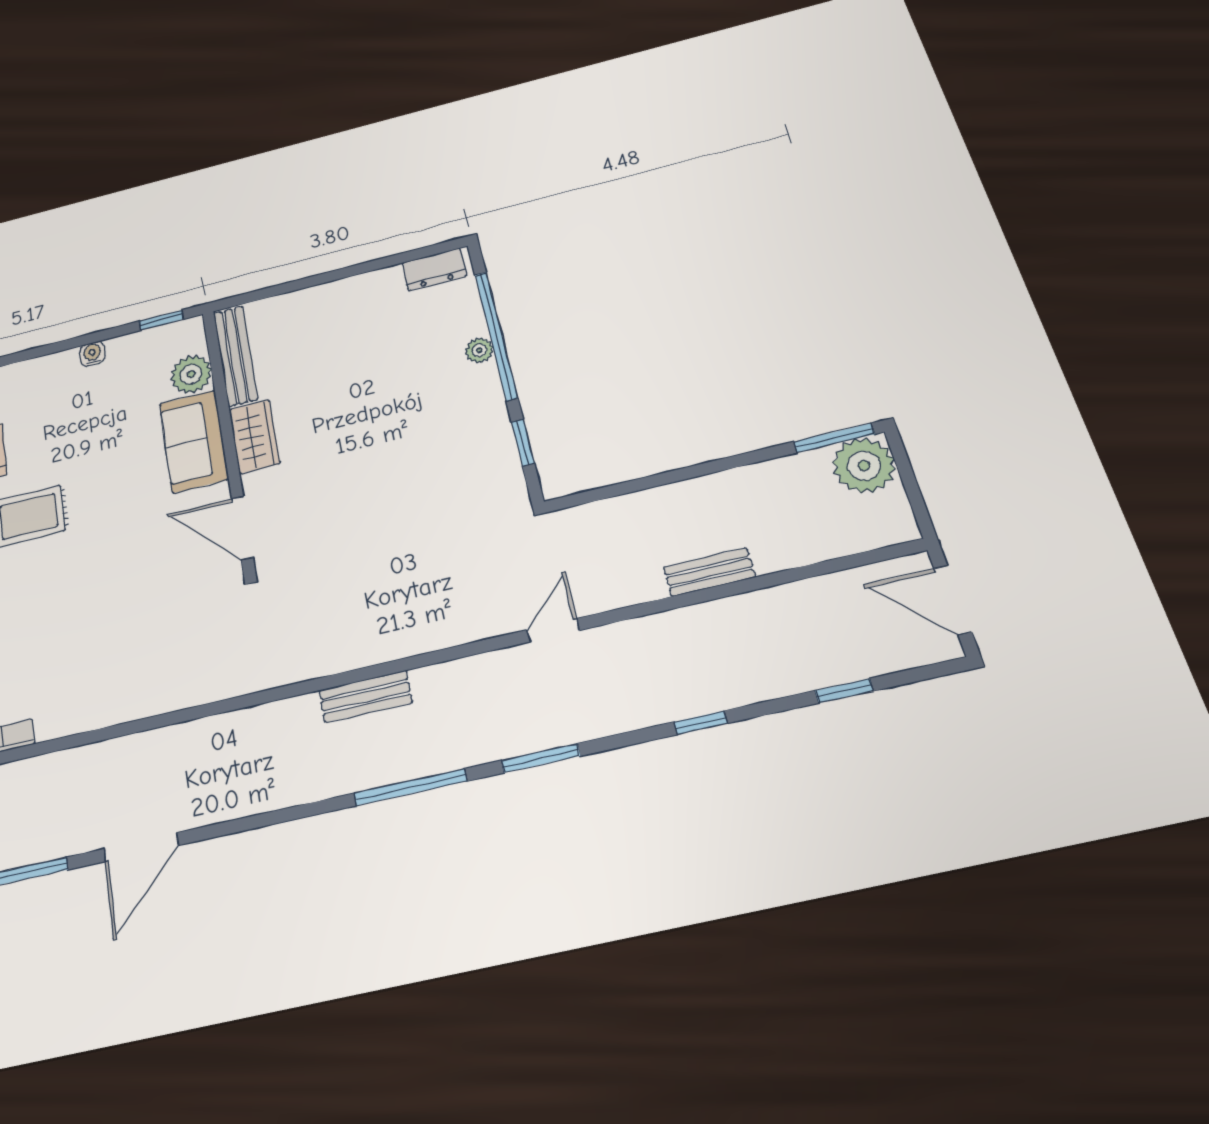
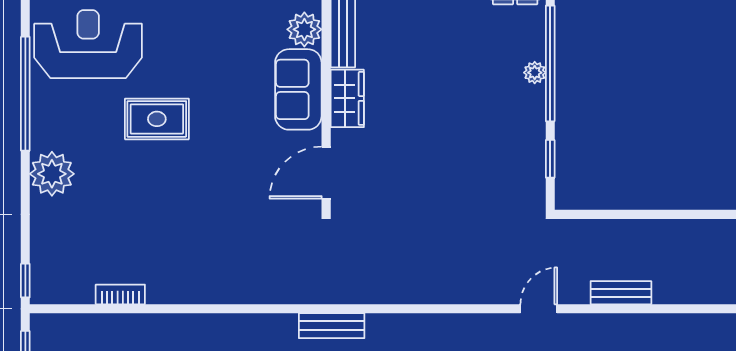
door: (242, 528) -> (326, 173), hinge flipped
bench: (709, 572) -> (621, 293), moved
bench: (365, 697) -> (332, 326), moved

